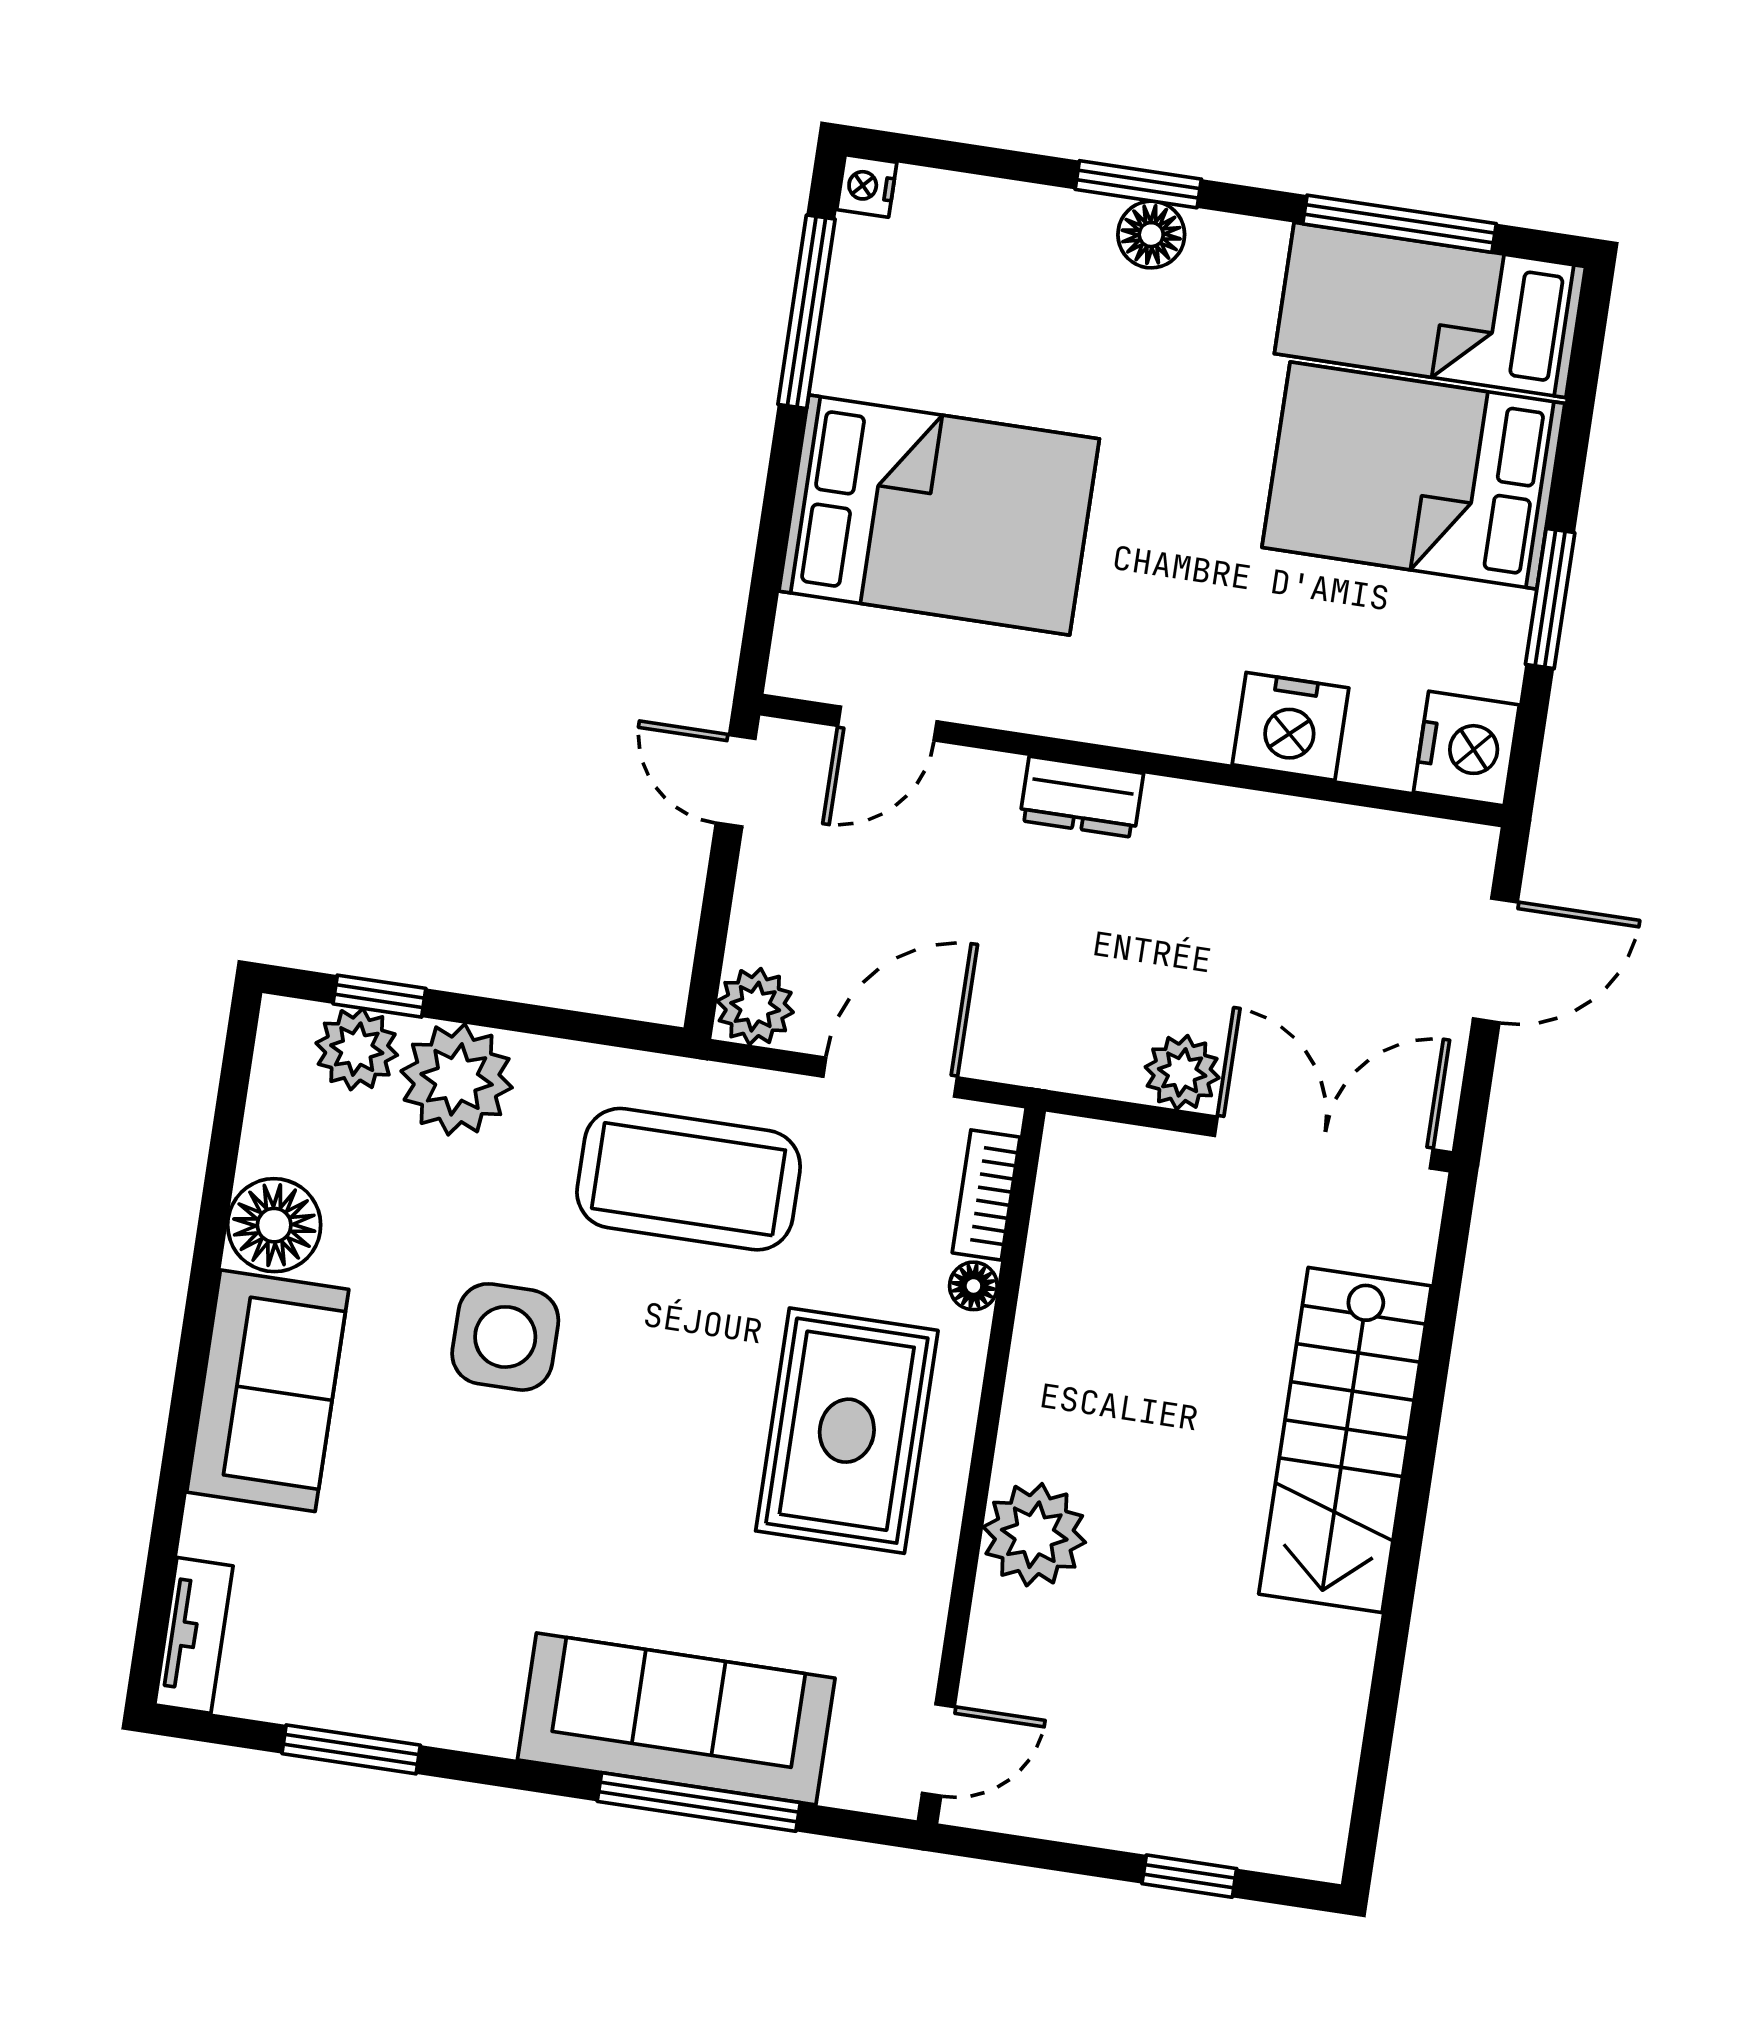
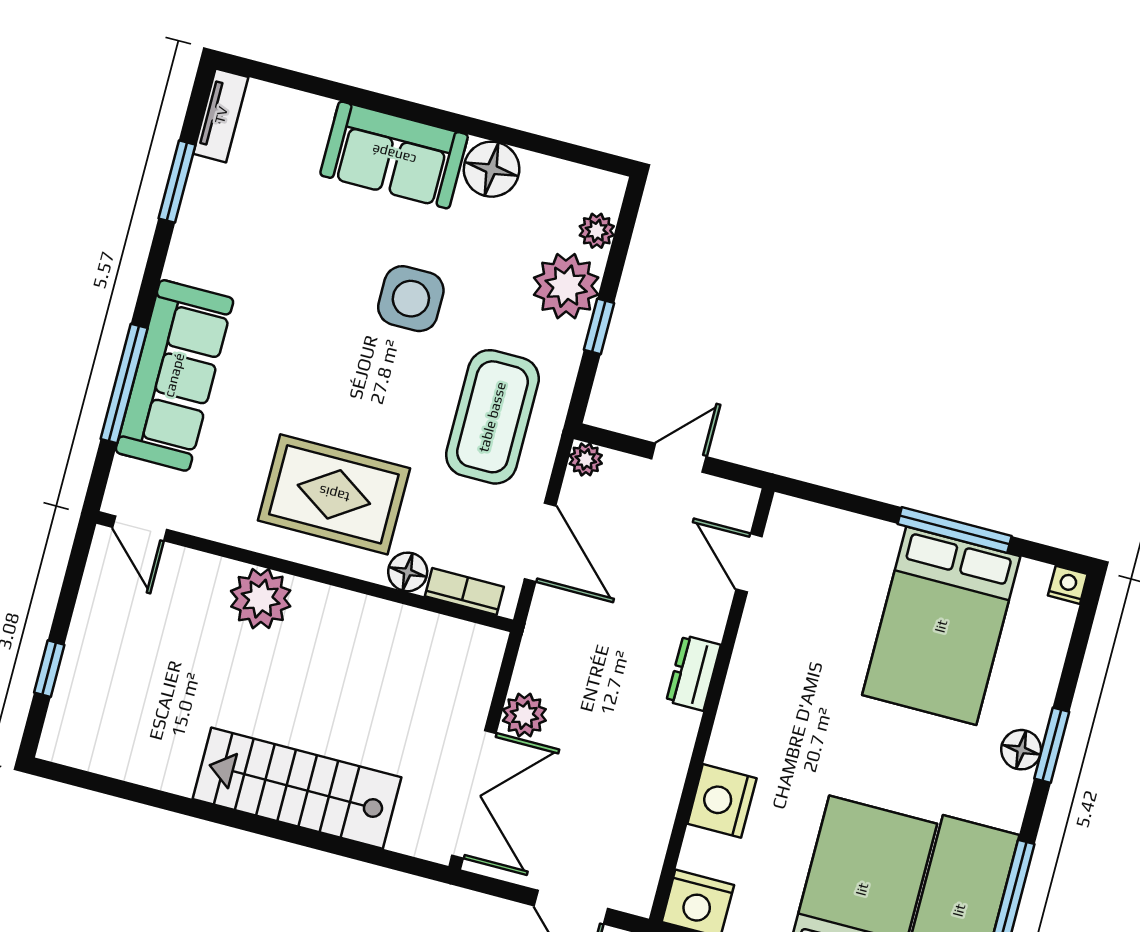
window: (807, 312) -> (955, 530), moved
bed: (939, 515) -> (941, 626), moved
door: (736, 781) -> (679, 458), moved
window: (379, 996) -> (599, 326), moved
plant: (755, 1007) -> (586, 459), width x0.73, depth x0.73
plant: (357, 1049) -> (597, 231), width x0.73, depth x0.73
floor lamp: (973, 1286) -> (408, 572), width x1.37, depth x1.37
tv unit: (194, 1635) -> (221, 115), moved, turned -90

